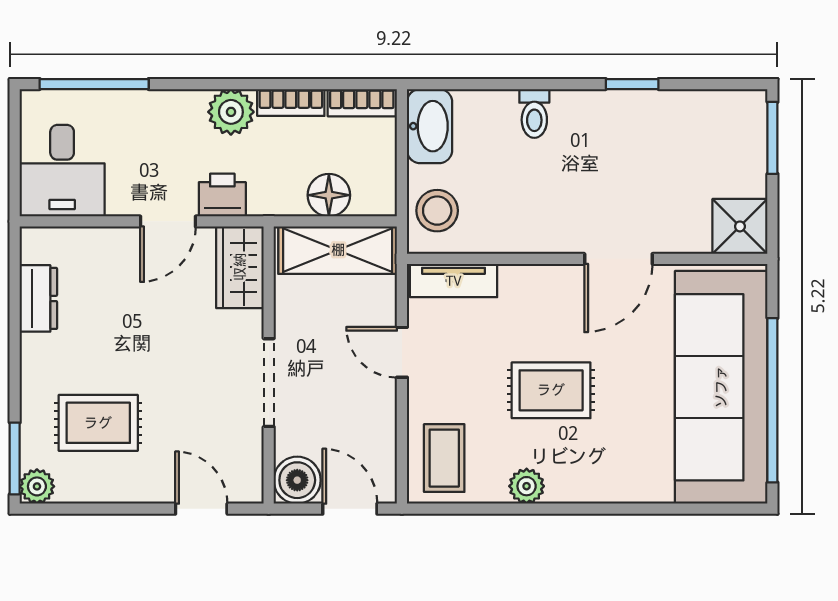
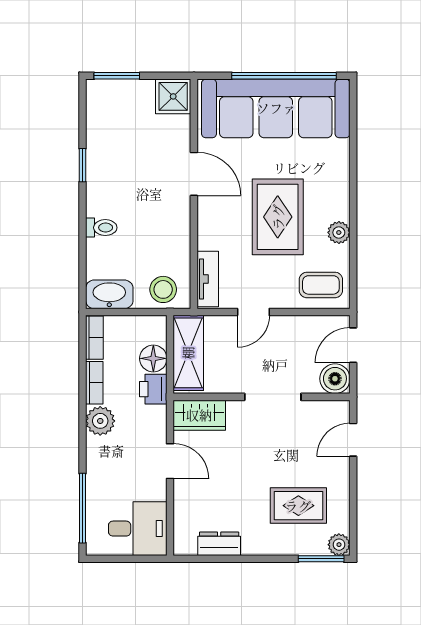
printer: (222, 195) -> (153, 389), moved
rug: (551, 390) -> (278, 217), width x1.36, depth x1.43
rug: (98, 423) -> (298, 506), turned 90

